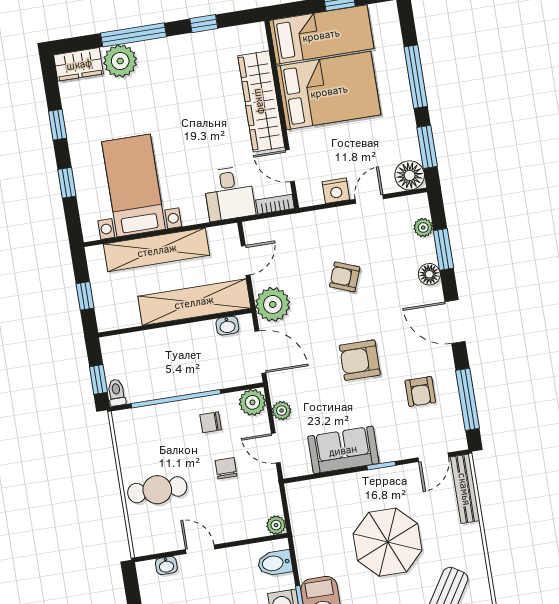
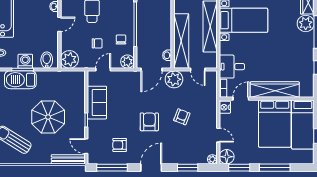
nightstand: (336, 191) -> (225, 107), moved
plant: (423, 228) -> (212, 159), moved
floor lamp: (429, 274) -> (176, 159), removed
armchair: (360, 360) -> (149, 122), moved
plant: (282, 411) -> (121, 75), removed
plant: (276, 525) -> (69, 59), width x1.87, depth x1.87

